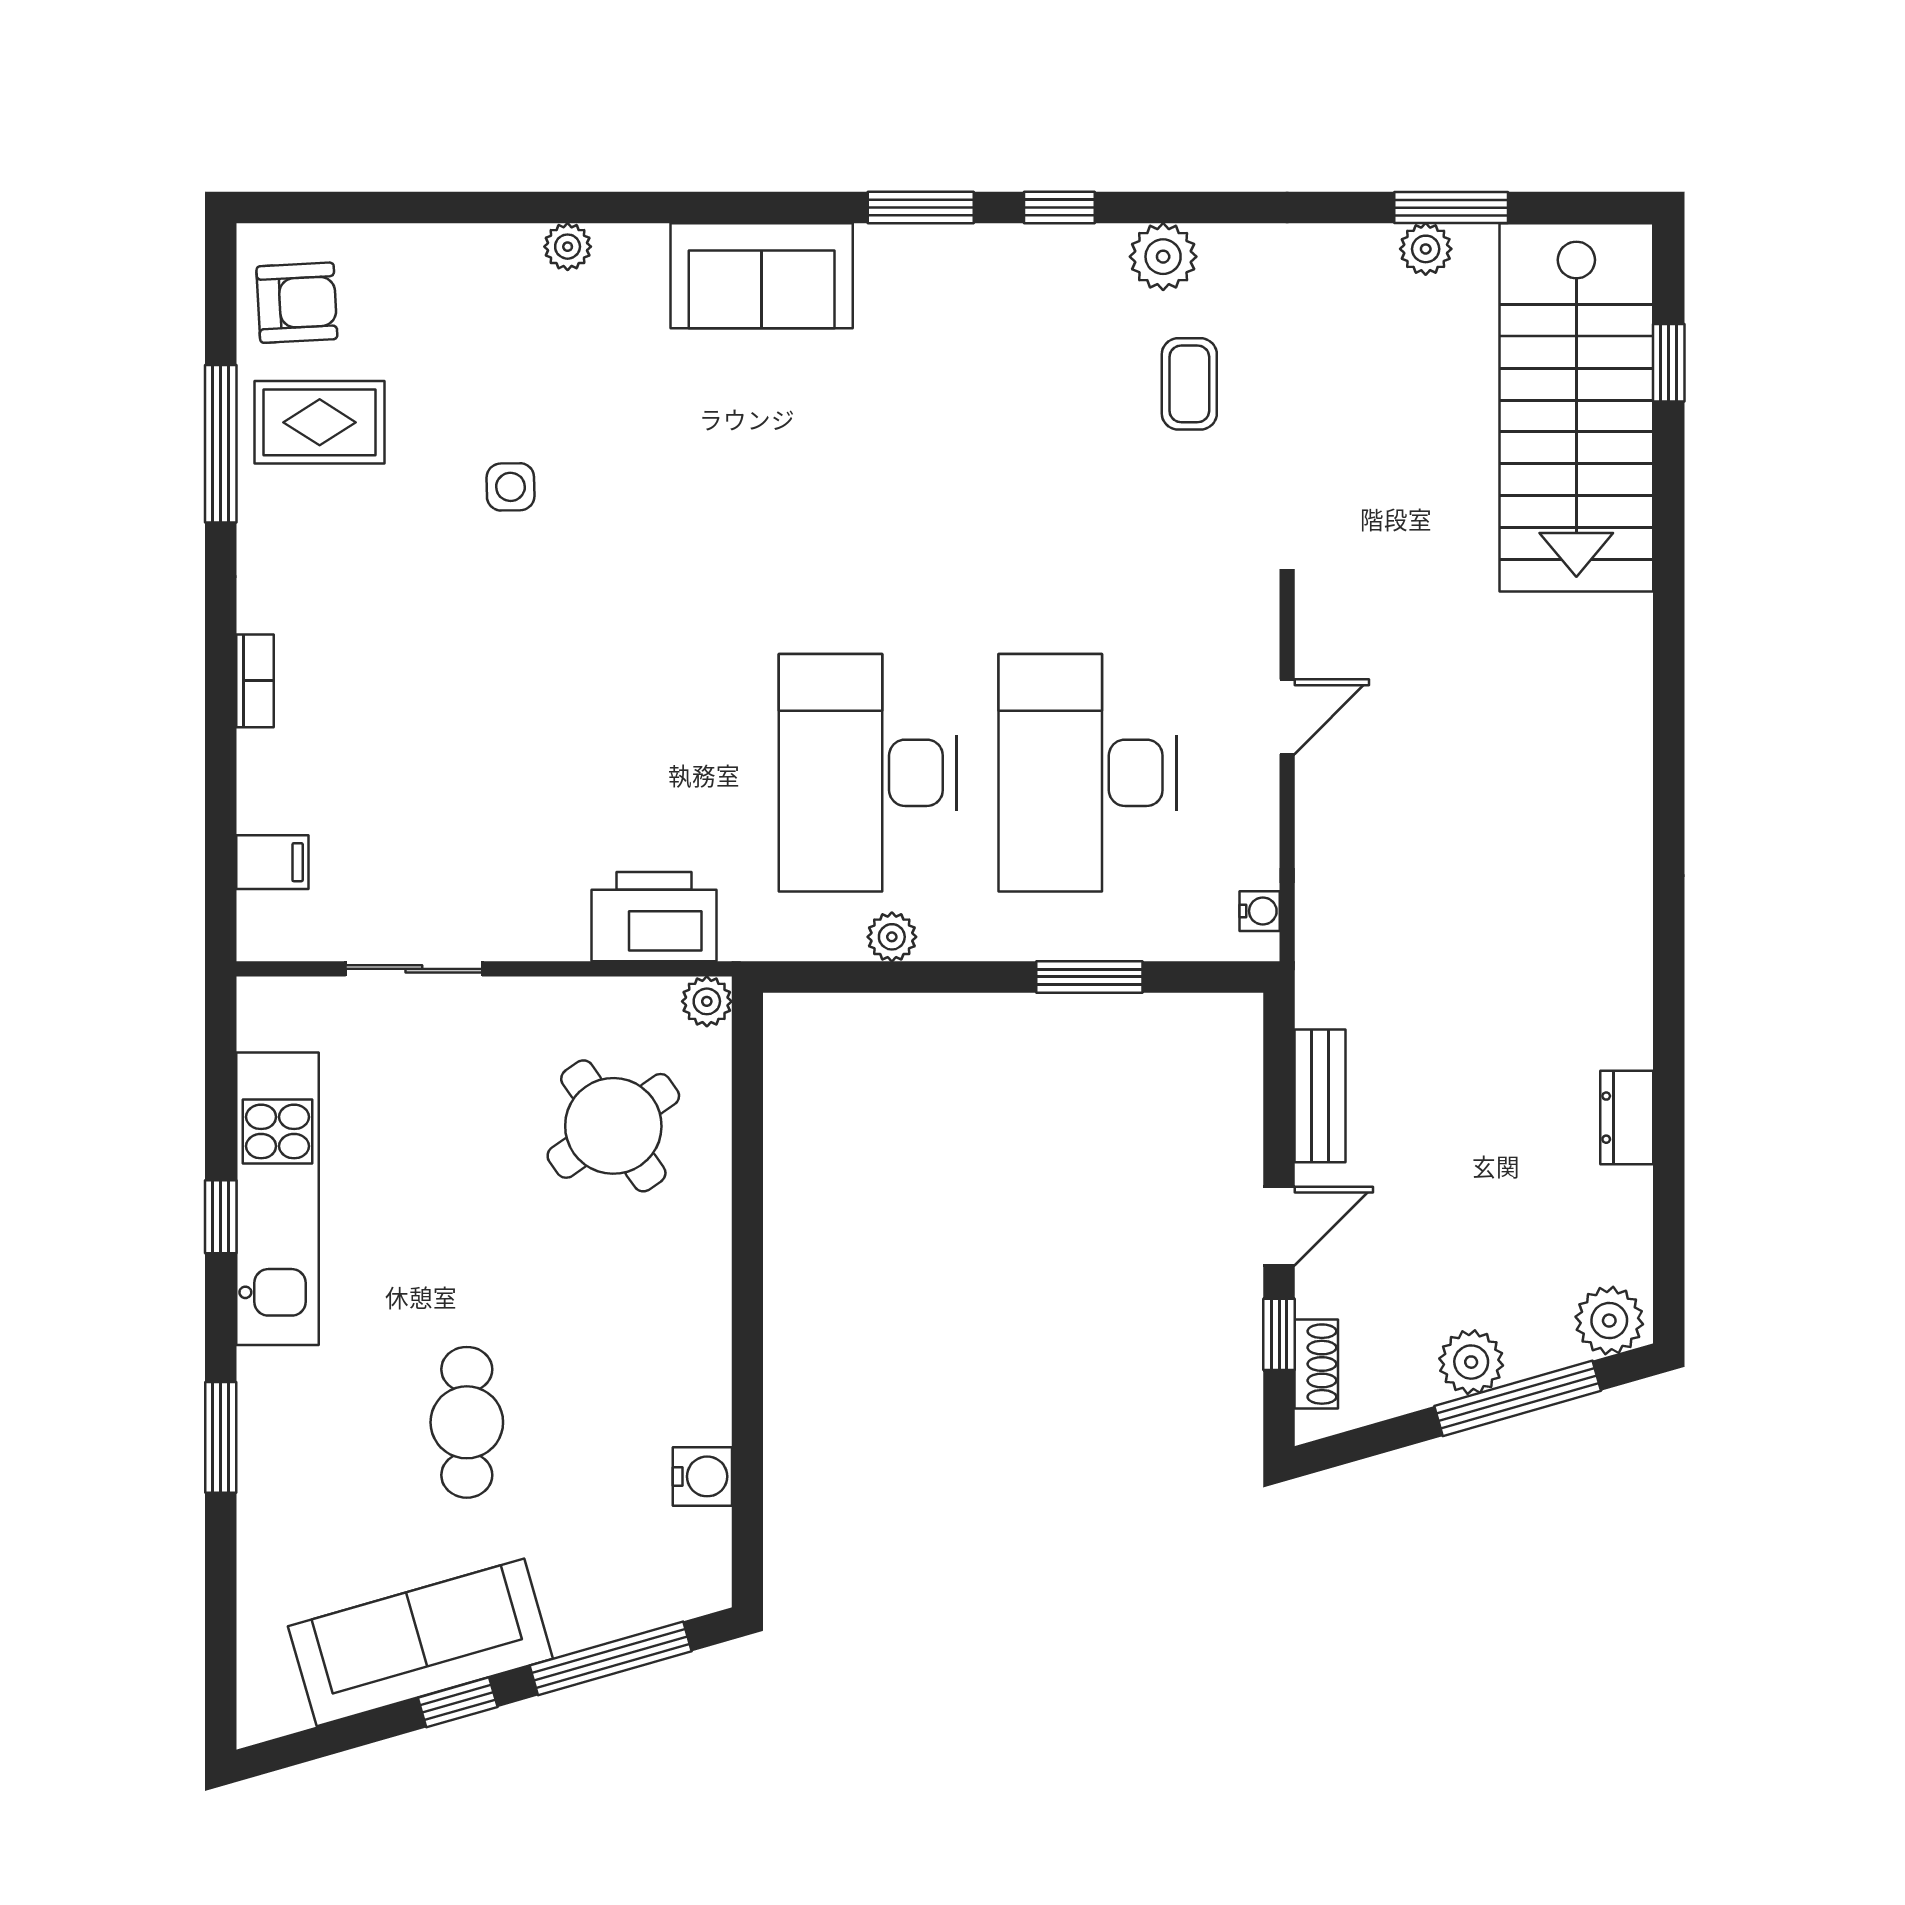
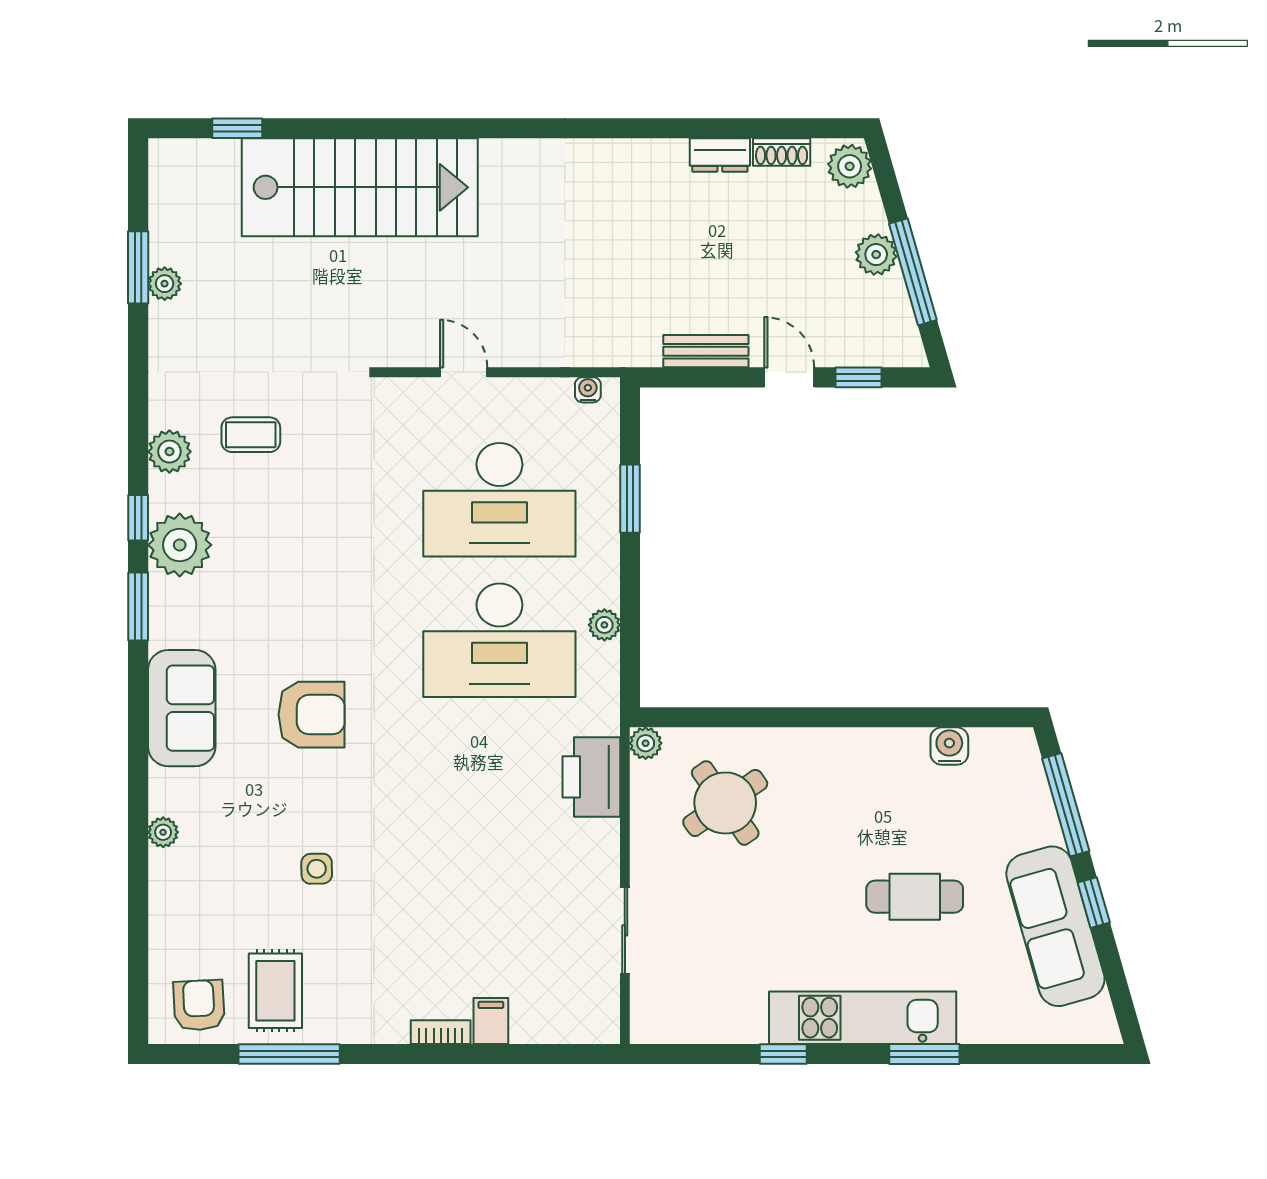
plant: (1017, 273) -> (180, 545), added
stairs: (1576, 407) -> (360, 187), moved
armchair: (752, 479) -> (311, 715), added
filing cabinet: (272, 862) -> (491, 1021), moved
kitchen unit: (278, 1199) -> (863, 1018), moved
shoe rack: (1316, 1364) -> (782, 152), moved, turned 180
window: (1518, 1398) -> (913, 272), moved

